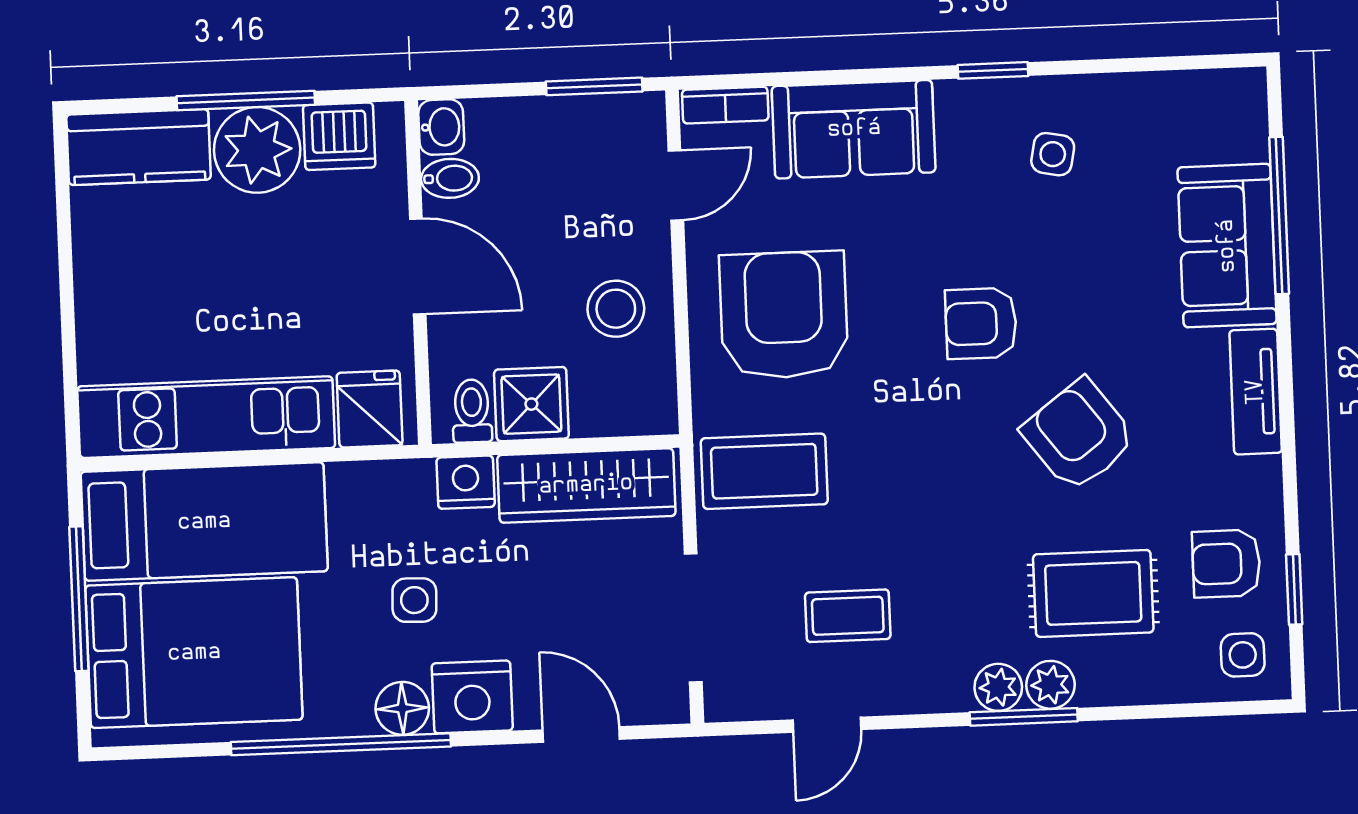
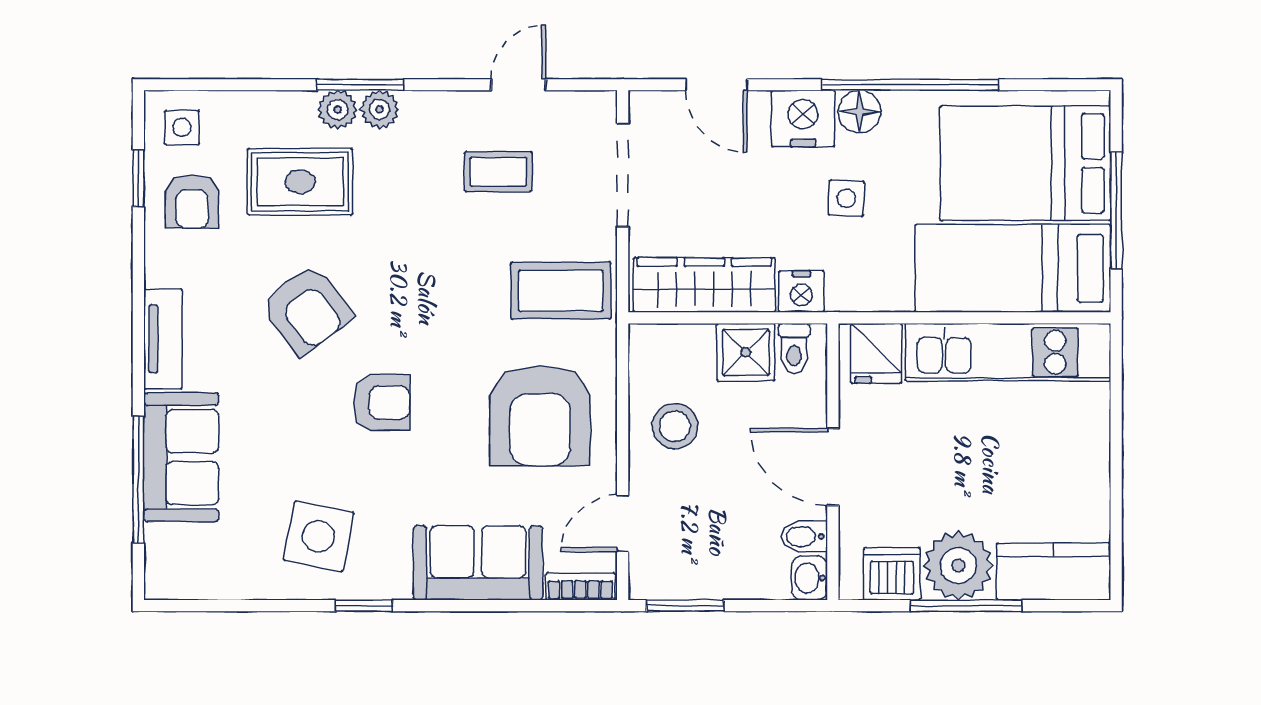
side table: (1053, 154) -> (319, 536), width x1.87, depth x1.87
armchair: (1226, 564) -> (192, 201), turned 90

